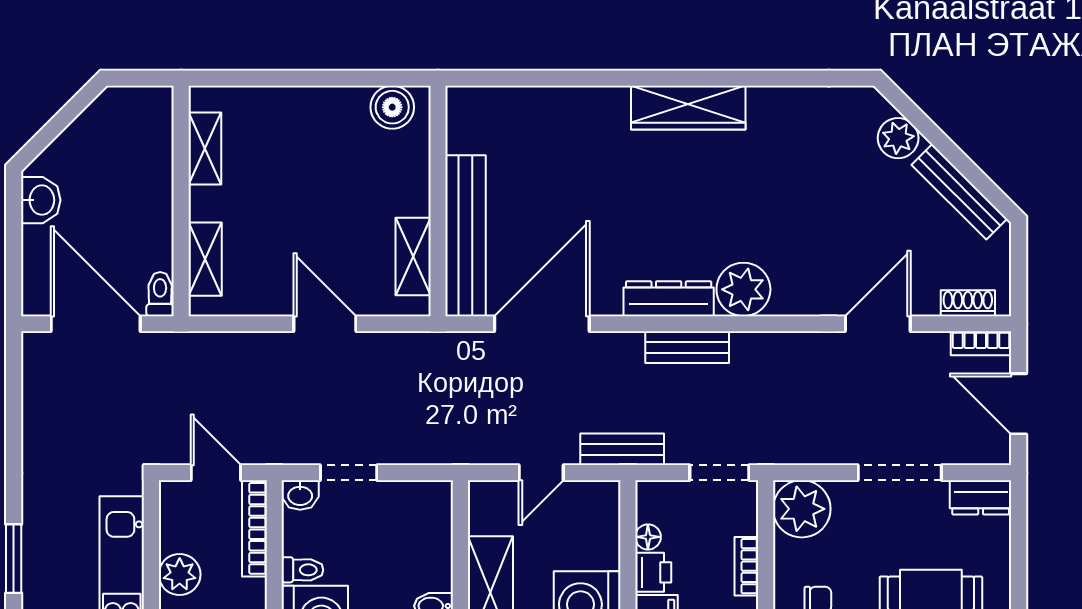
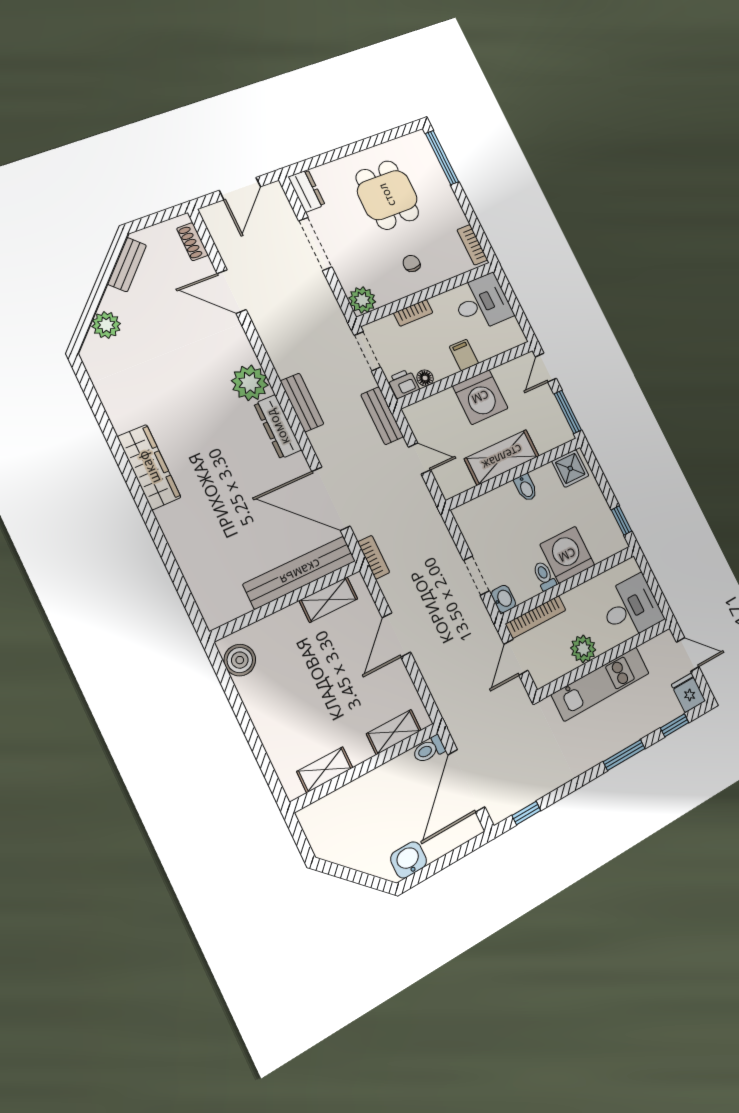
bench: (959, 192) -> (127, 265), width x0.73
bookcase: (981, 343) -> (374, 557), moved
window: (14, 383) -> (526, 813), added
plant: (802, 509) -> (362, 300), width x0.73, depth x0.73
printer: (653, 572) -> (403, 384), moved

